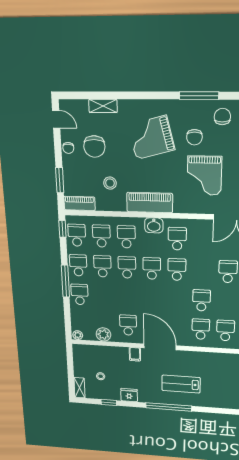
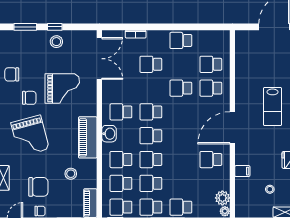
plant: (103, 334) -> (222, 198), moved
filing cabinet: (135, 354) -> (242, 171), moved

